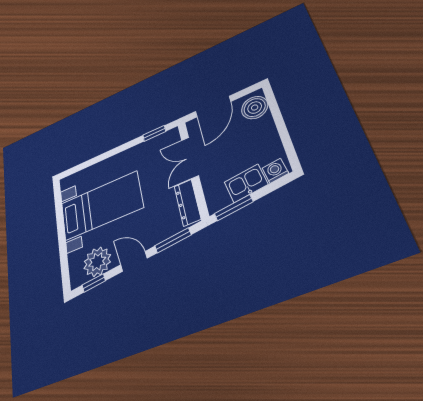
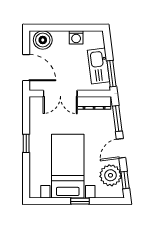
window: (154, 133) -> (26, 143), moved
washing machine: (275, 171) -> (76, 37), moved, turned -83
kitchen sink: (246, 183) -> (98, 66), width x1.38
window: (62, 237) -> (80, 201), added

